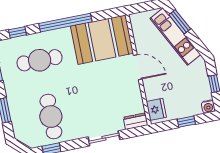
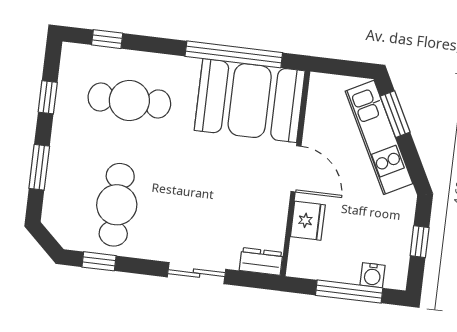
window: (65, 23) -> (234, 54), moved
water cooler: (208, 107) -> (372, 275), moved
fridge: (156, 109) -> (308, 221), moved
window: (186, 122) -> (349, 292), width x2.17

